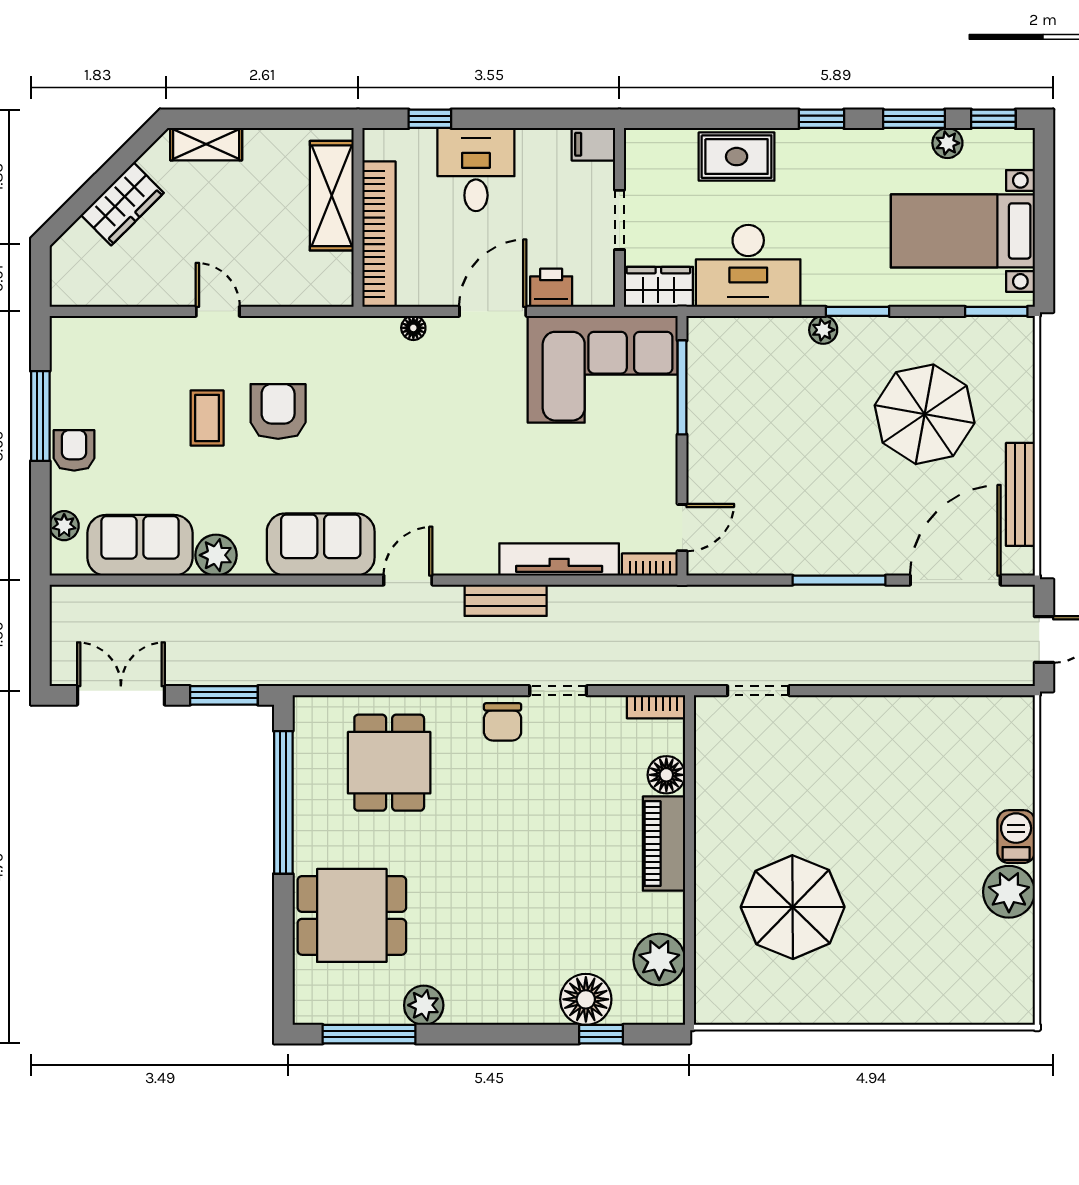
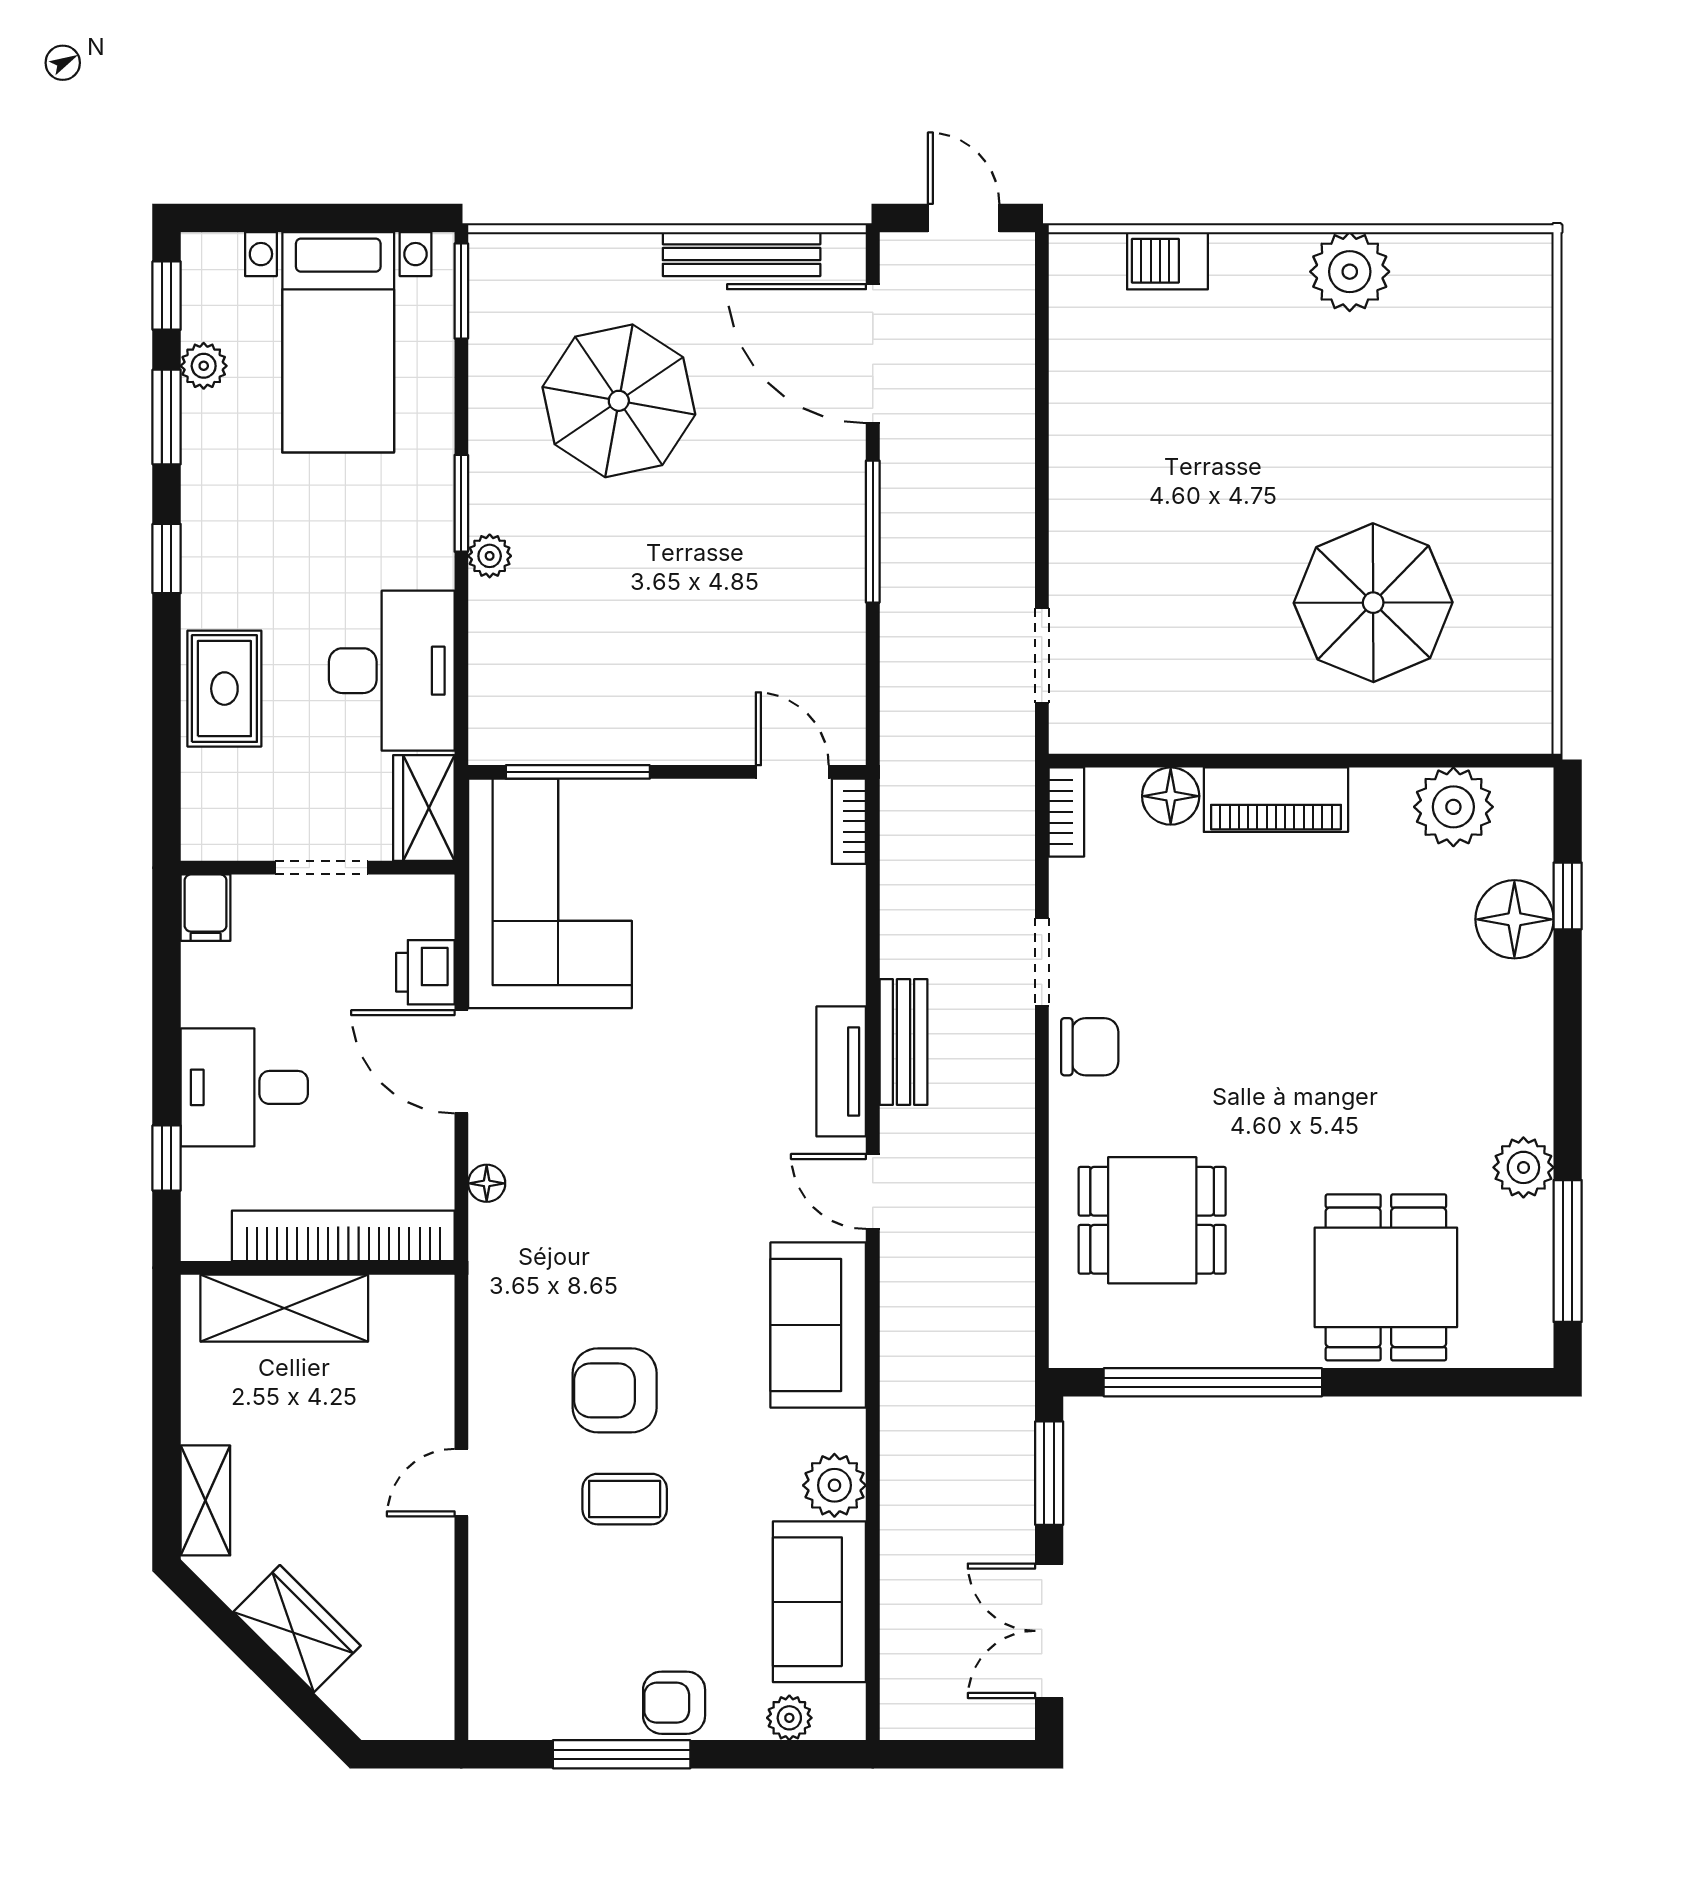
tv unit: (559, 560) -> (841, 1071), moved, width x0.71
barbecue: (1016, 837) -> (1167, 261), moved

